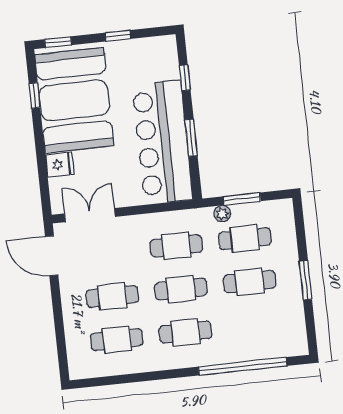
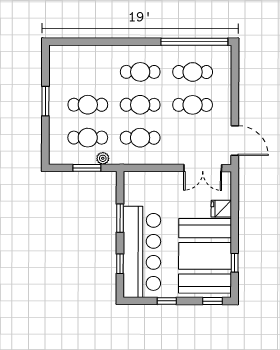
bar counter: (163, 142) -> (142, 252), moved
window: (243, 366) -> (194, 42), moved

